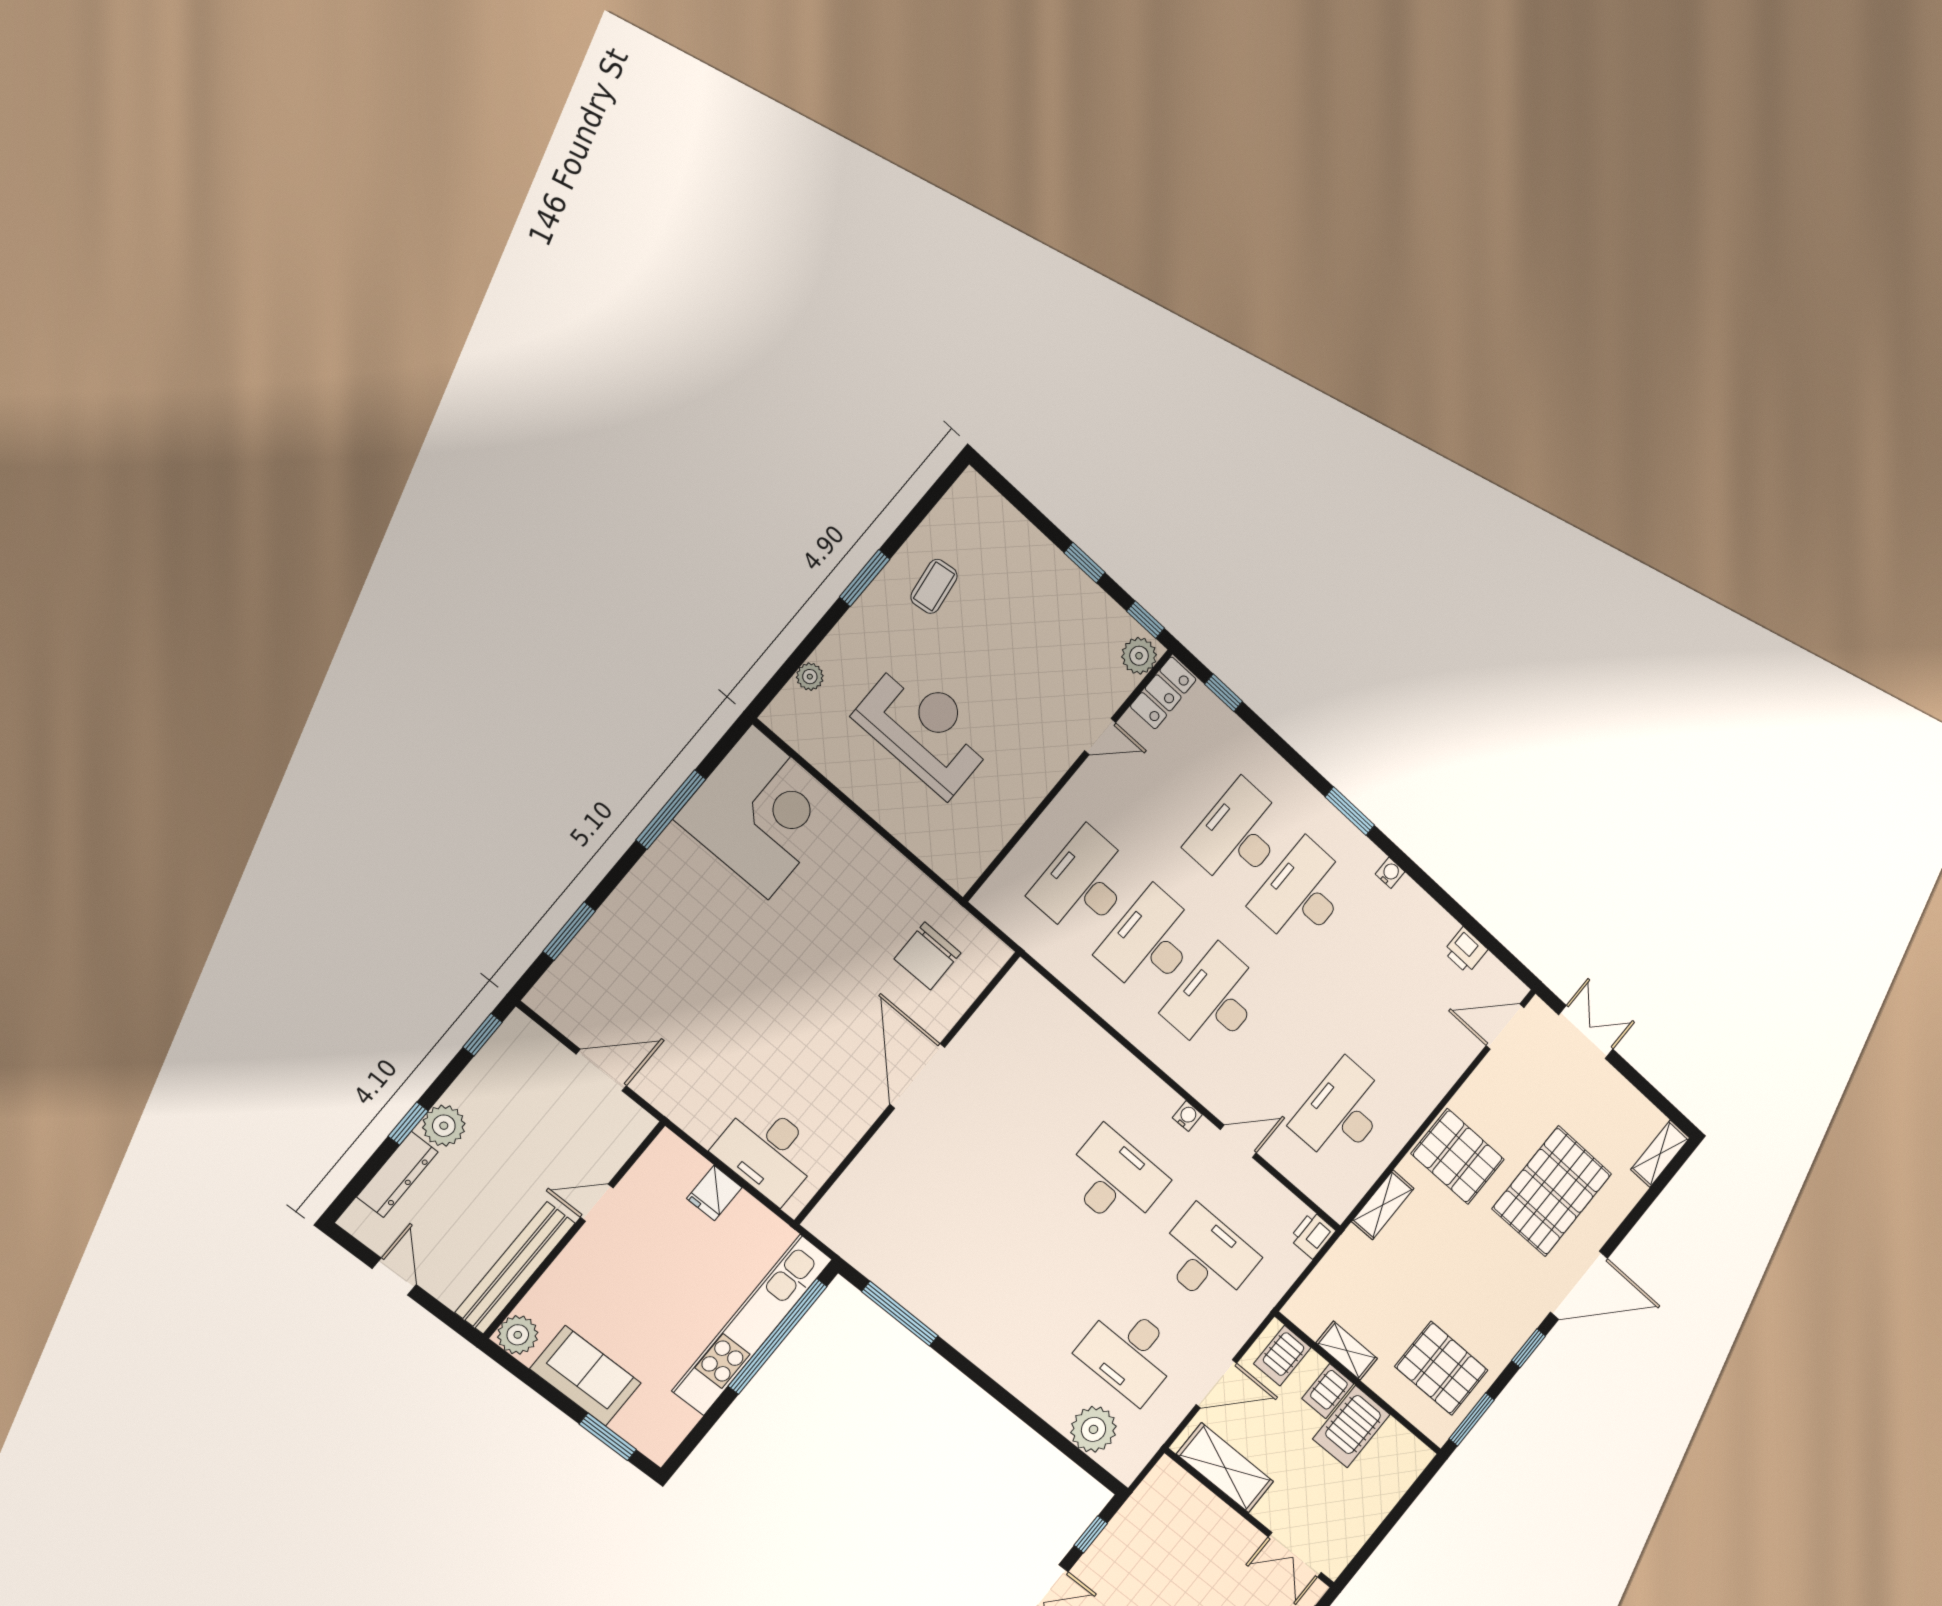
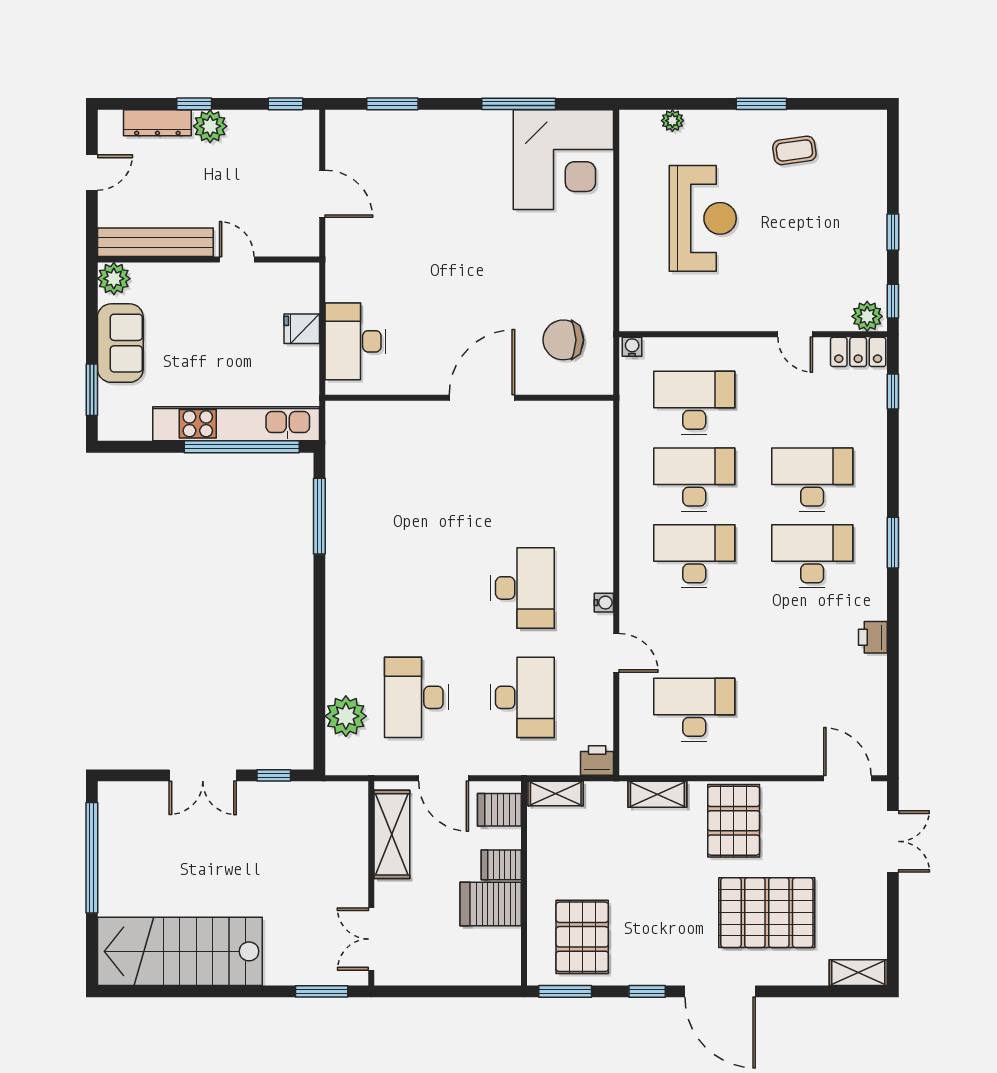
water cooler: (1390, 873) -> (632, 347), moved, turned -90
printer: (1465, 951) -> (873, 637), moved
shelving: (1347, 1351) -> (556, 793), moved, turned 90

